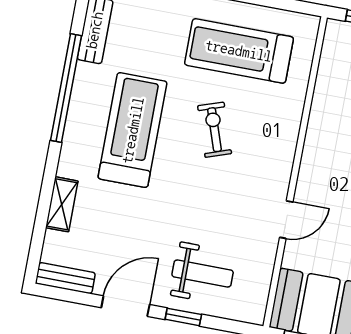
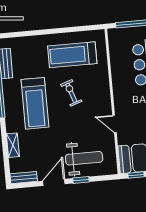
treadmill: (133, 130) -> (35, 103), turned 180
door: (286, 220) -> (114, 124), swing flipped
weight bench: (203, 274) -> (84, 158), width x1.36, depth x1.33

